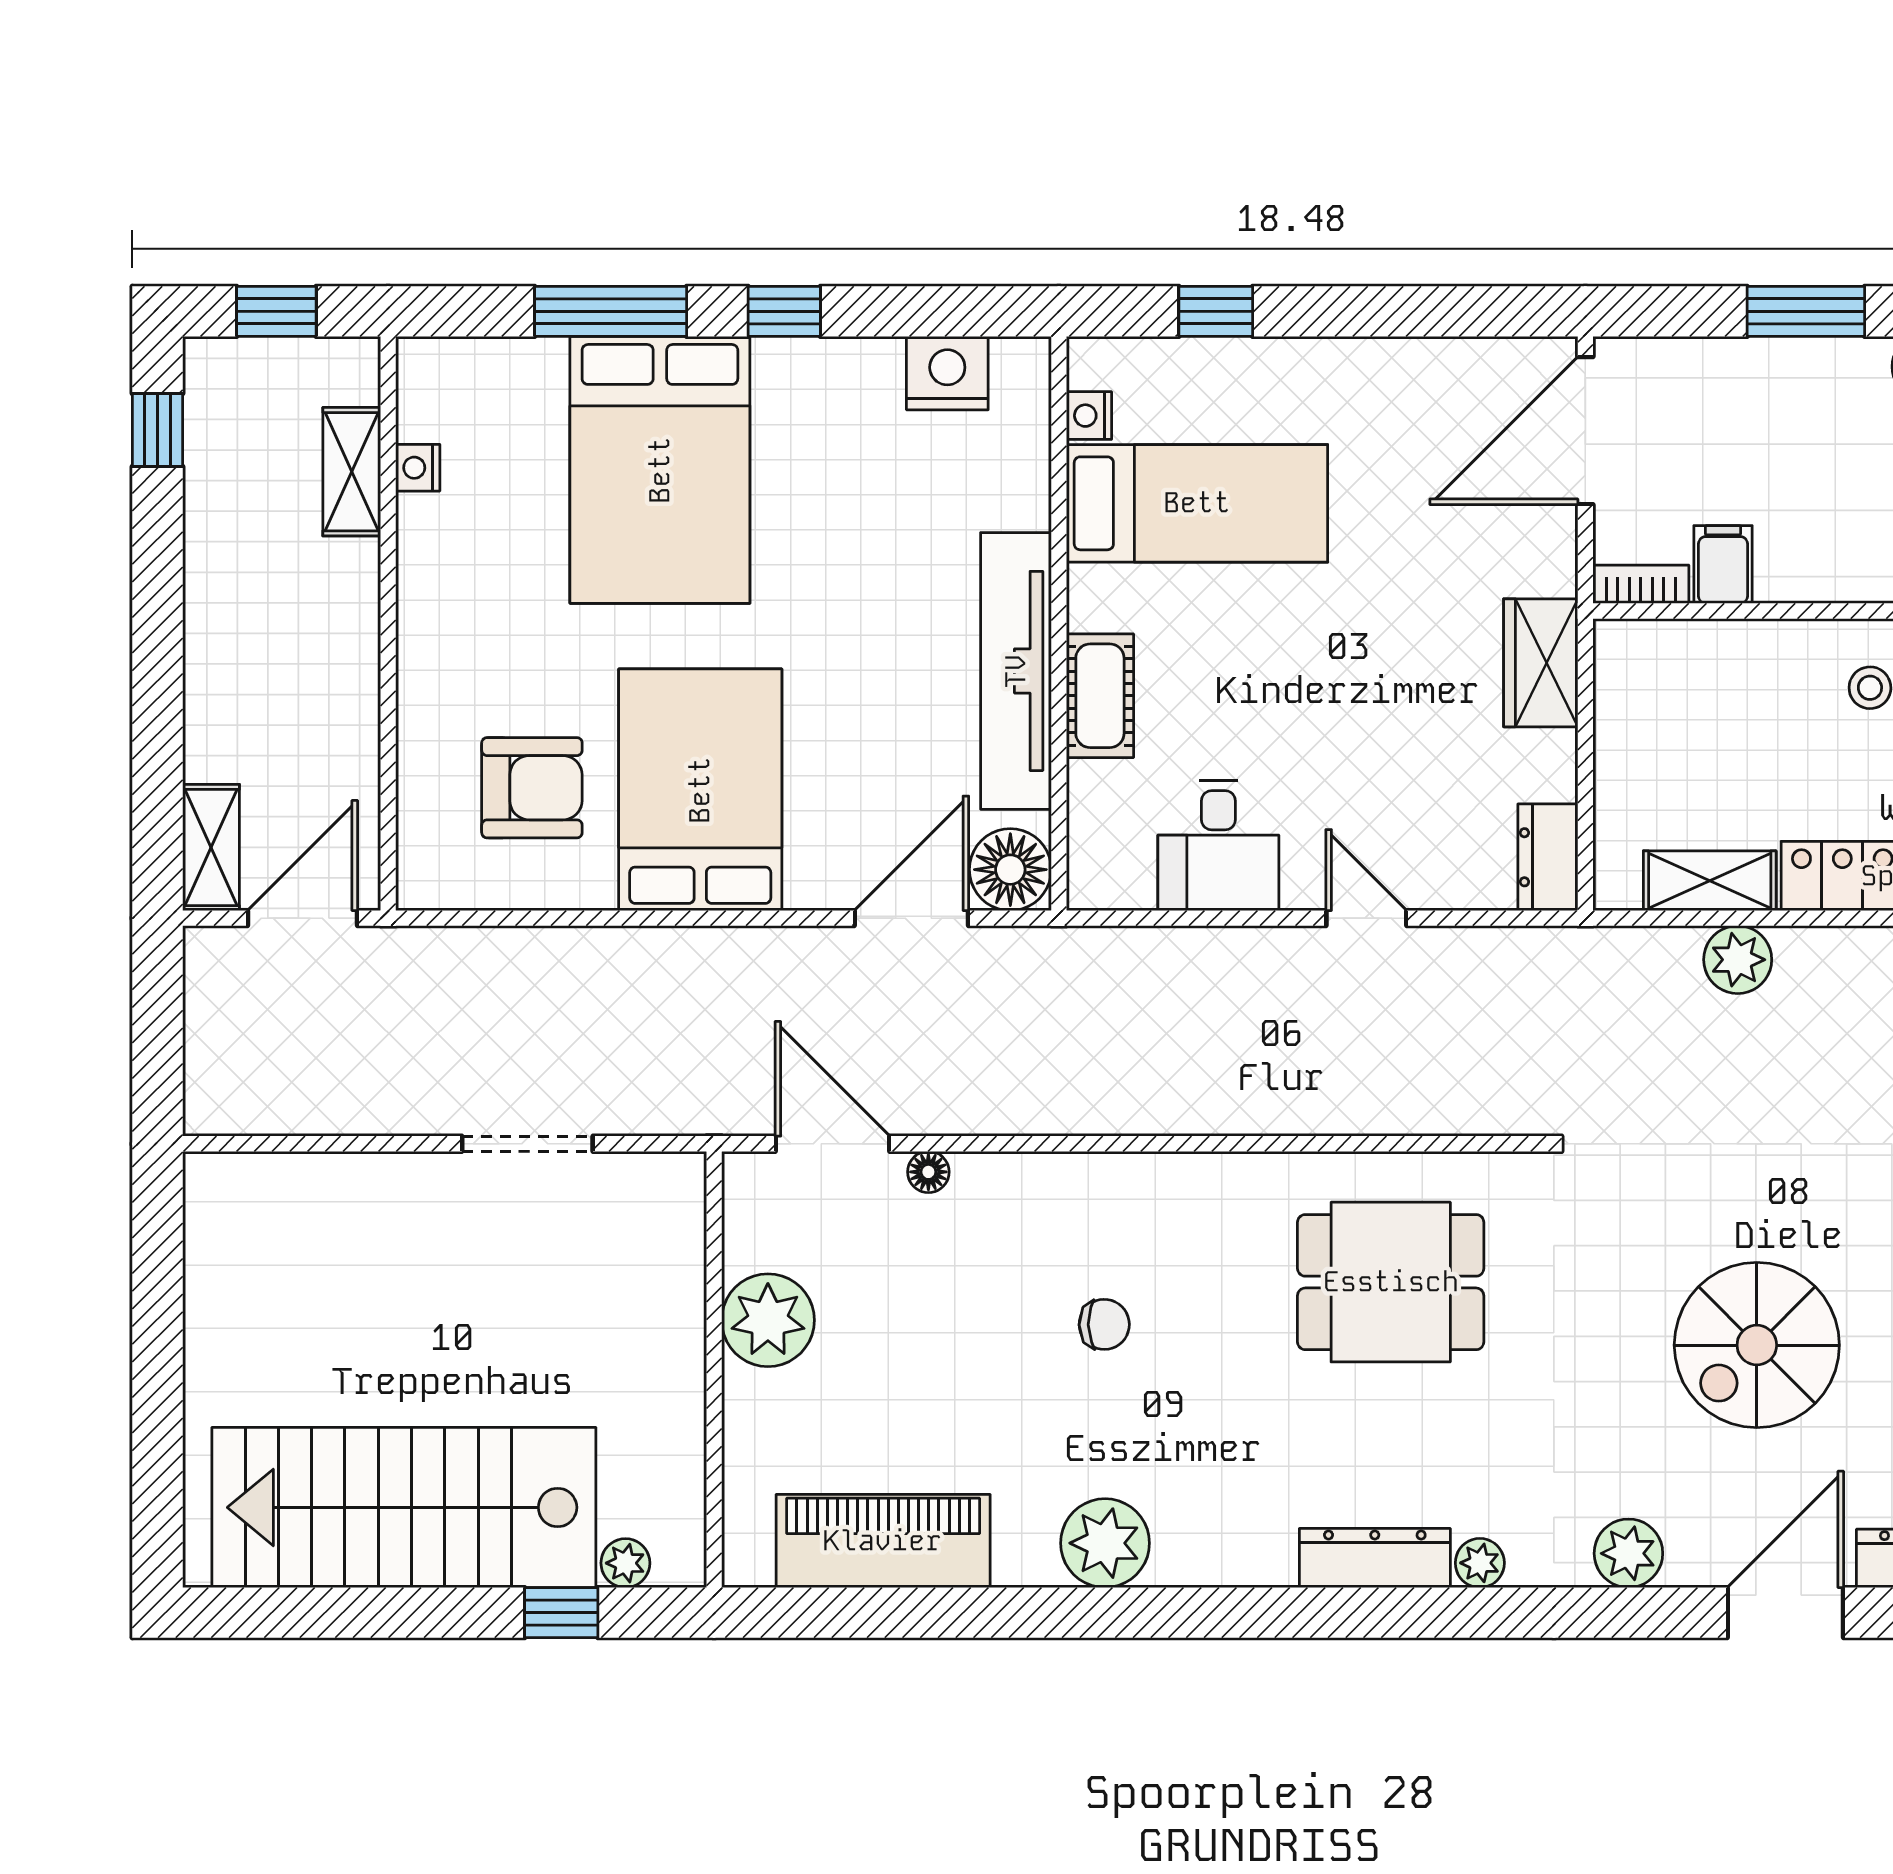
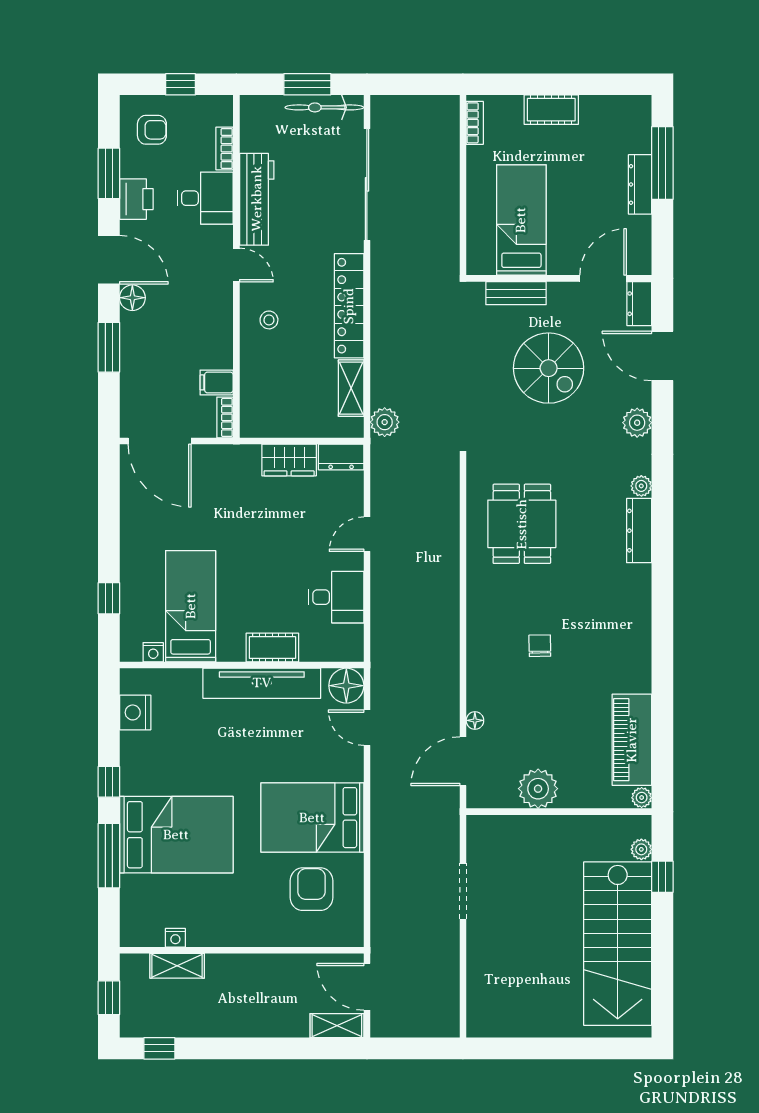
wardrobe: (1541, 663) -> (289, 460), moved
door: (911, 918) -> (367, 728), width x0.73
plant: (1738, 960) -> (385, 422), moved
plant: (1105, 1543) -> (642, 798), moved, width x0.53, depth x0.53

